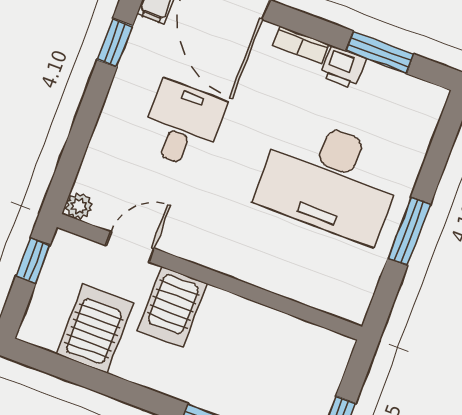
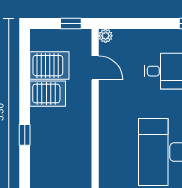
server rack: (172, 307) -> (48, 94), moved, turned 180

